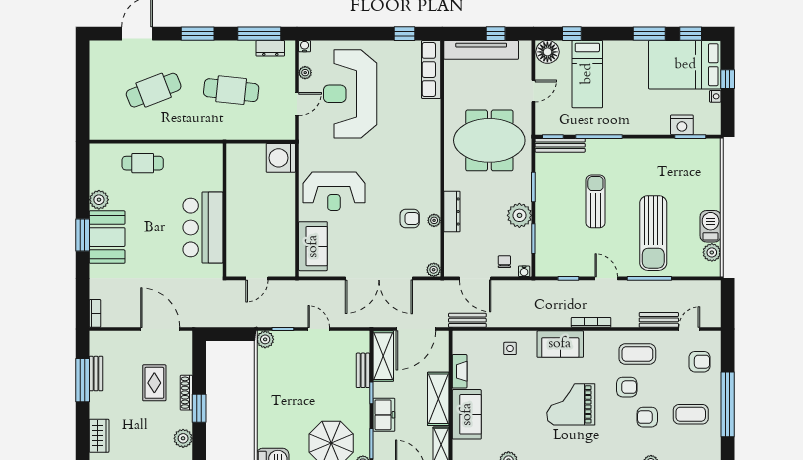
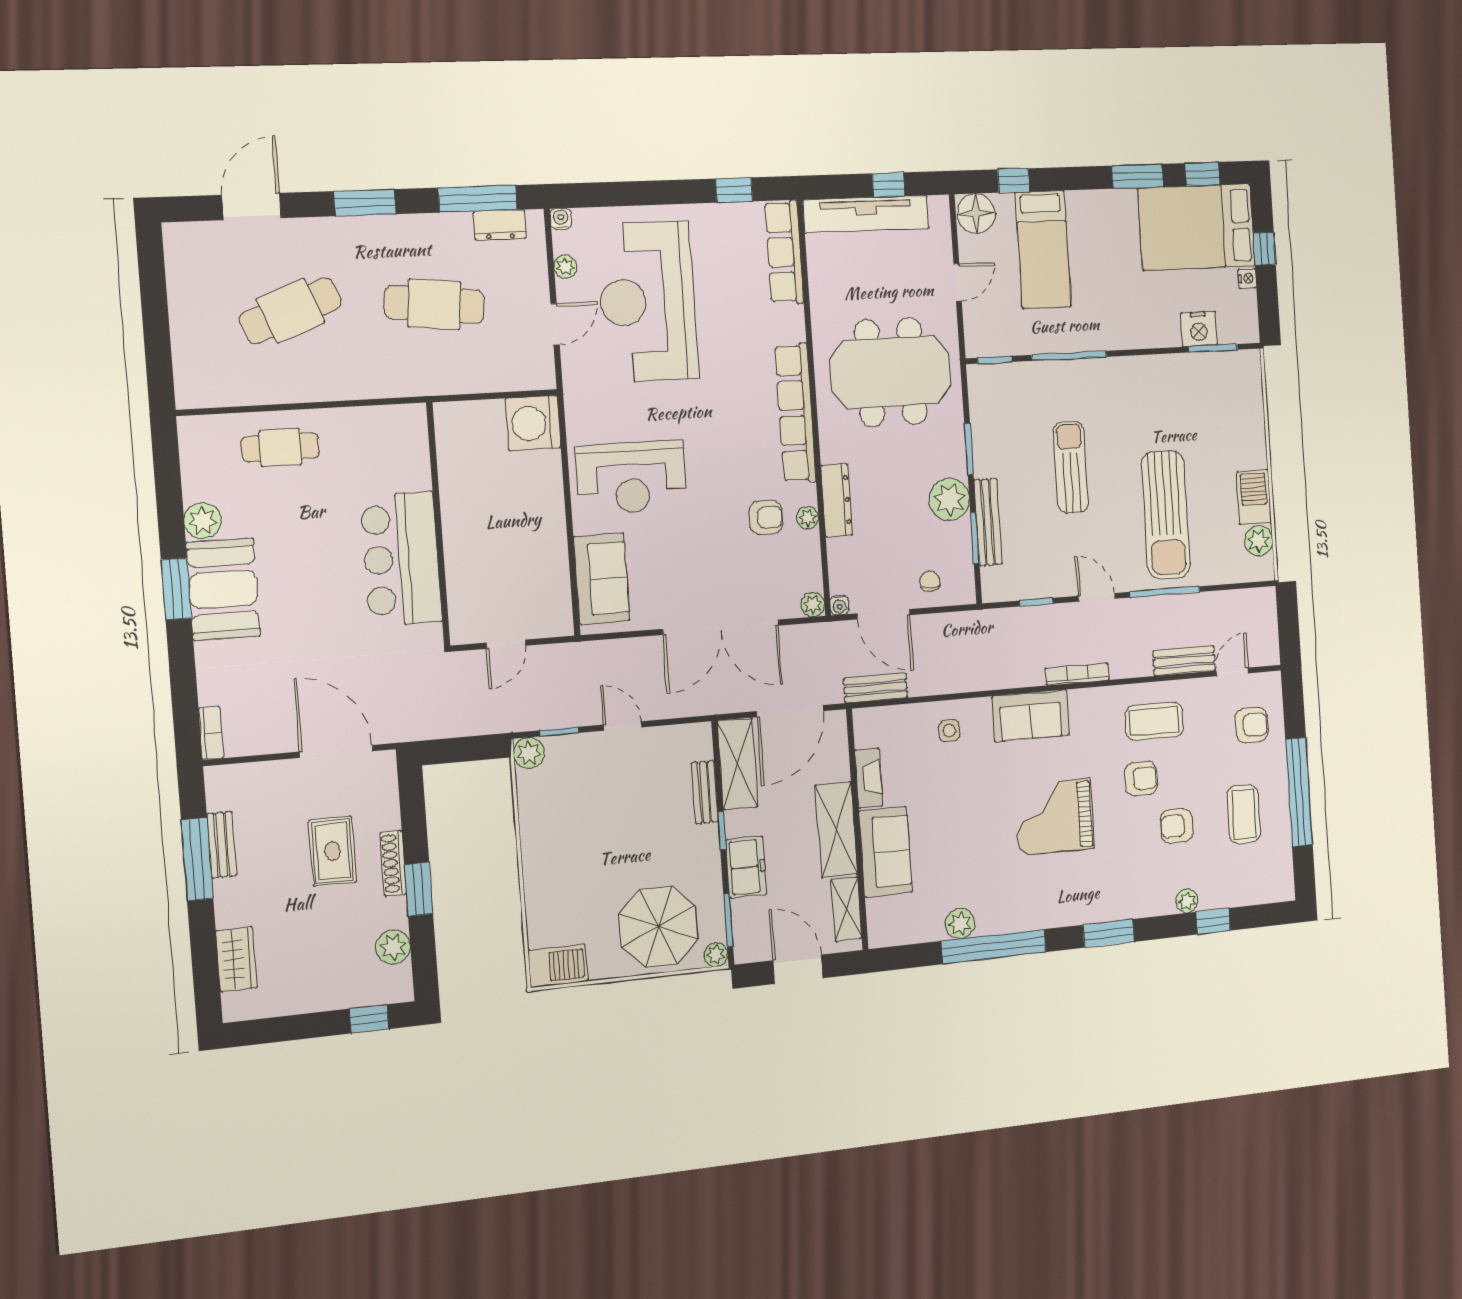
bench: (560, 145) -> (988, 522), moved, turned 90
row of seats: (431, 161) -> (795, 413), added
water cooler: (524, 271) -> (840, 605), moved
coffee table: (691, 414) -> (1244, 814), turned 90

